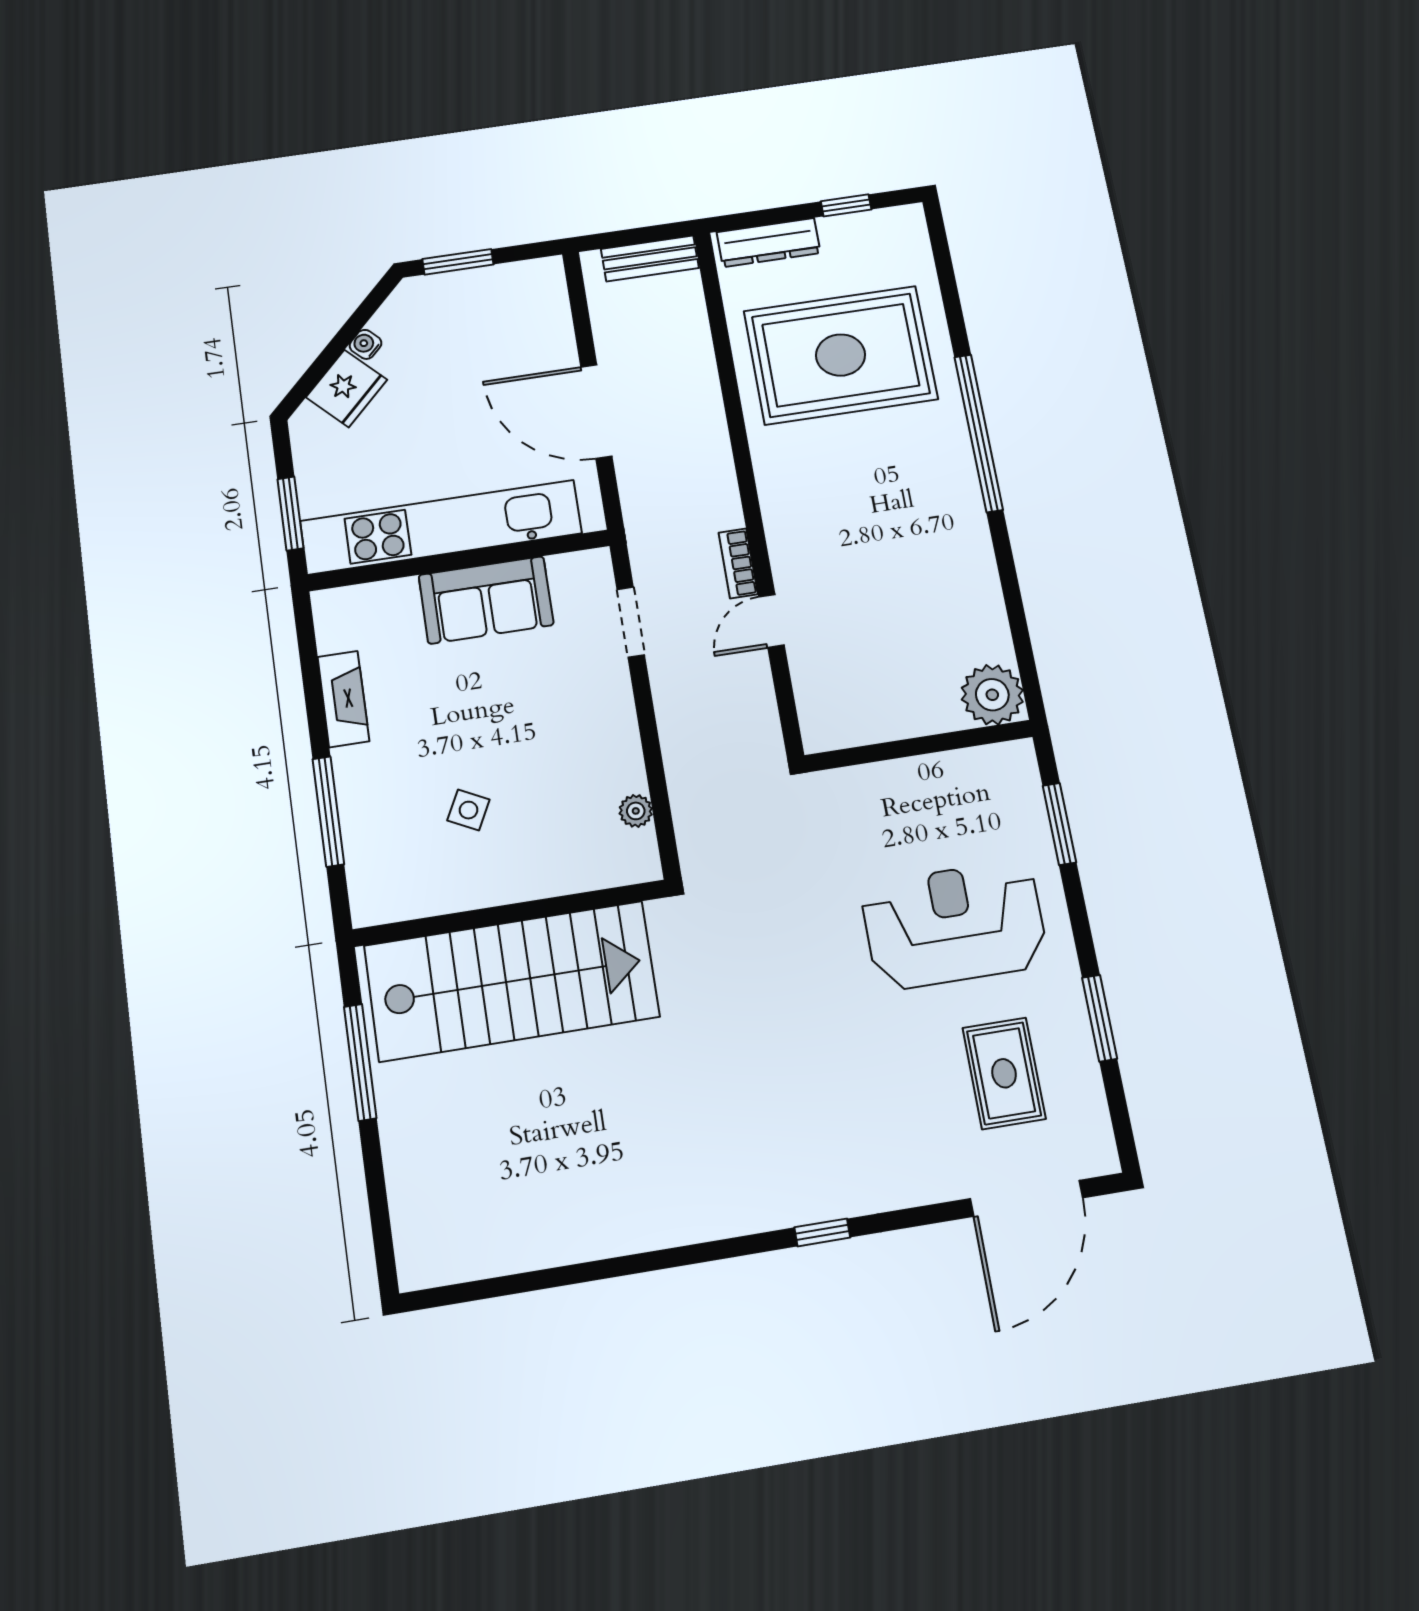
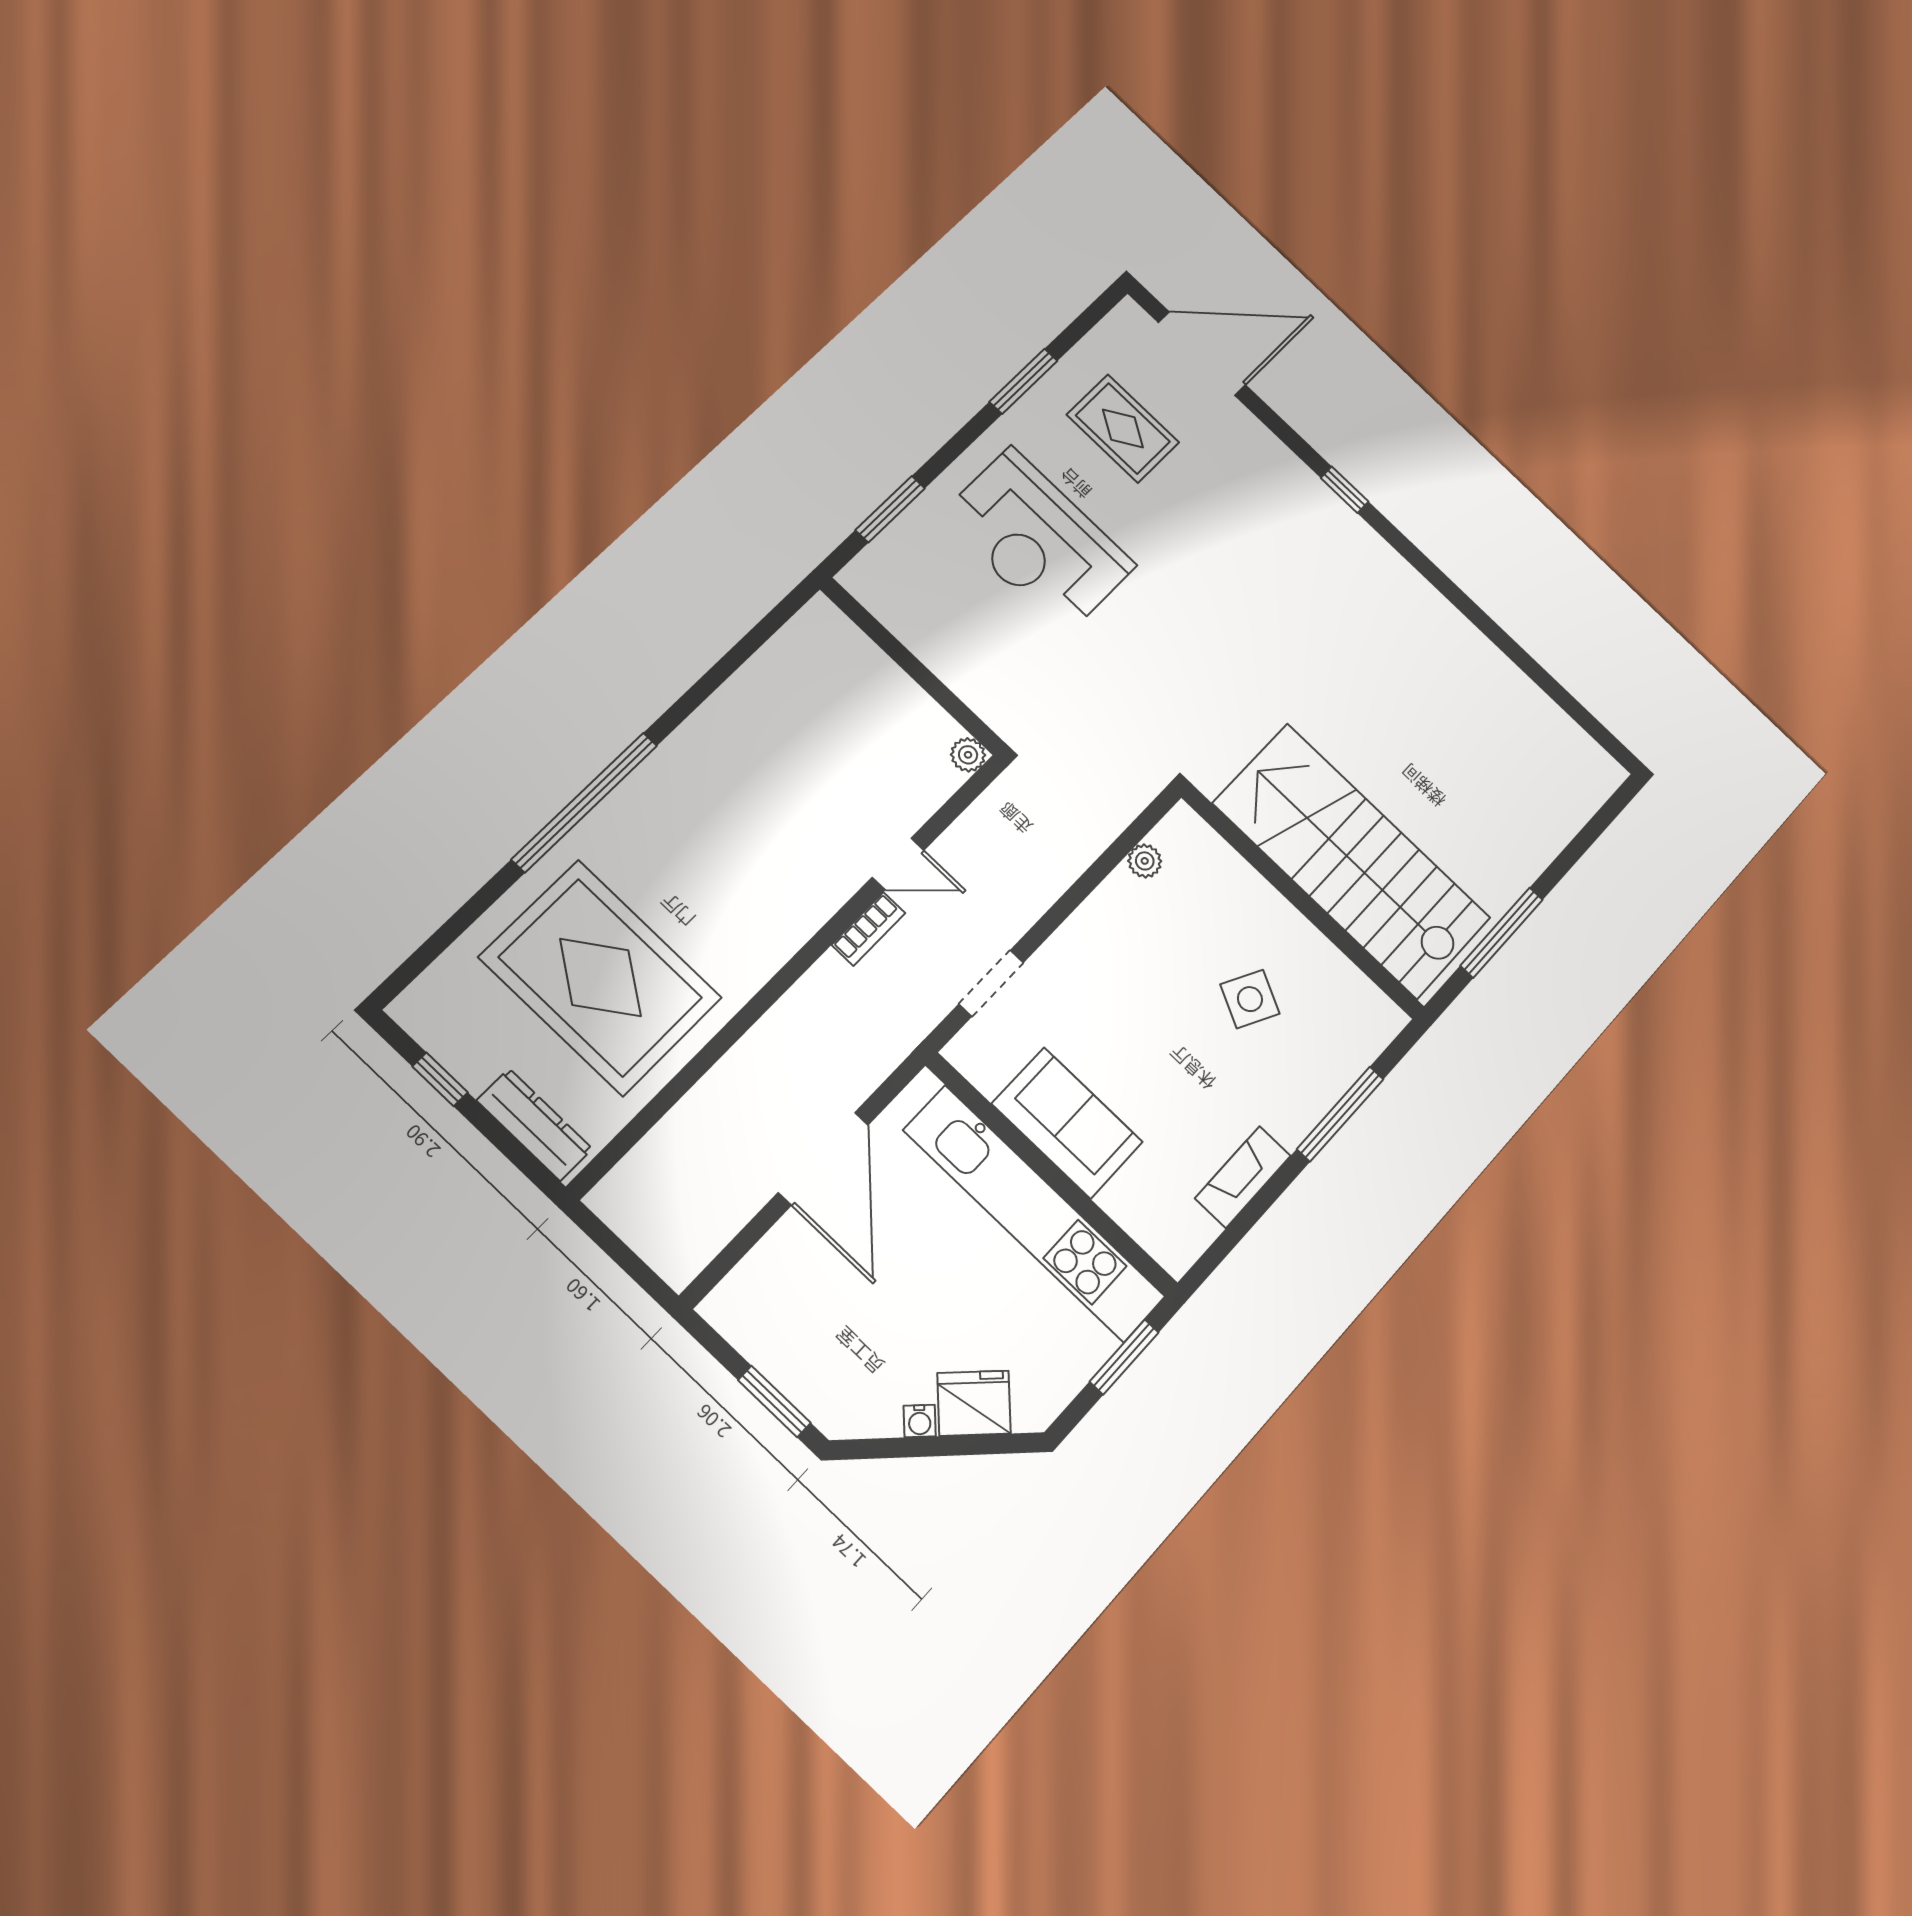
bench: (650, 258) -> (635, 1224), removed
plant: (992, 695) -> (968, 755), moved, width x0.53, depth x0.53
side table: (468, 810) -> (1250, 999), width x1.37, depth x1.37
rug: (1004, 1073) -> (1123, 428), turned 90

